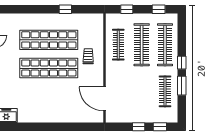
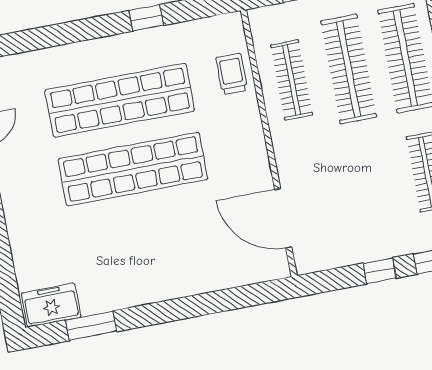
trolley: (88, 56) -> (232, 74), moved
window: (20, 127) -> (91, 326), added

